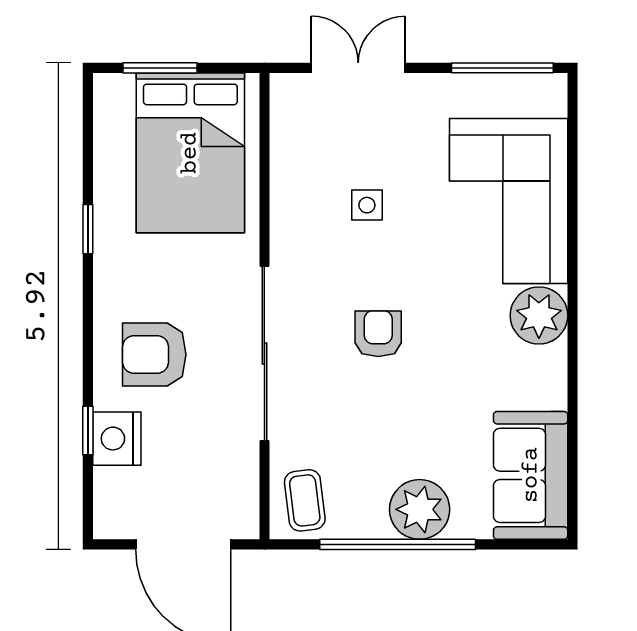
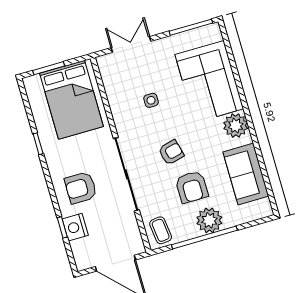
armchair: (378, 334) -> (171, 152), turned 76
armchair: (402, 424) -> (192, 187), added
sofa: (531, 475) -> (246, 174), moved

